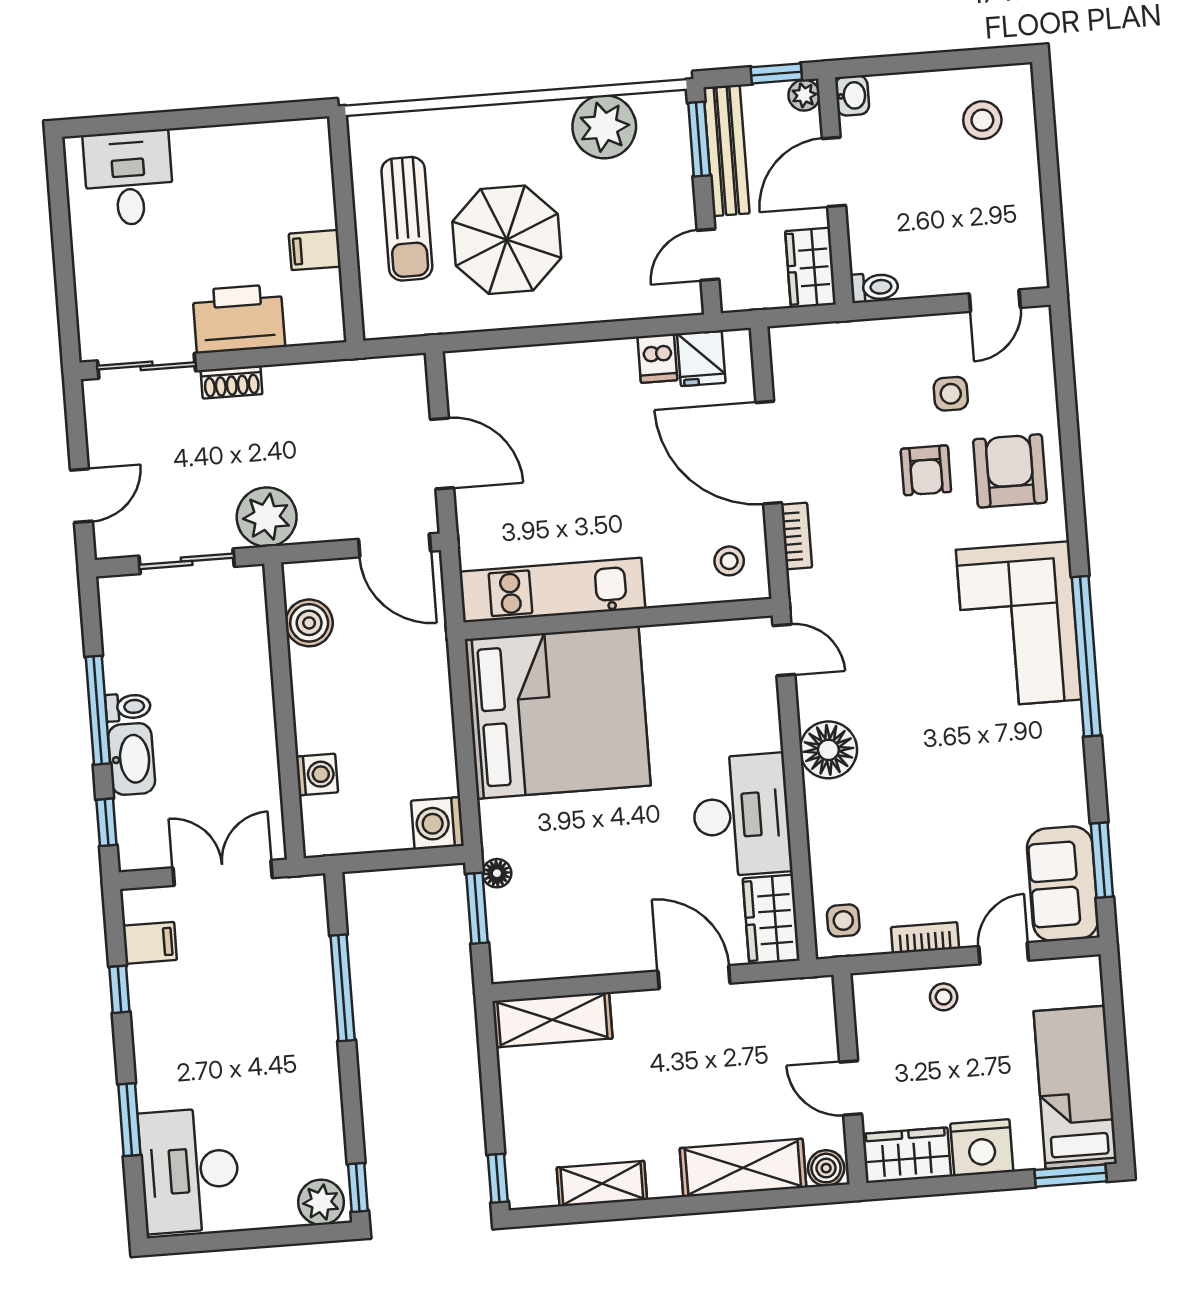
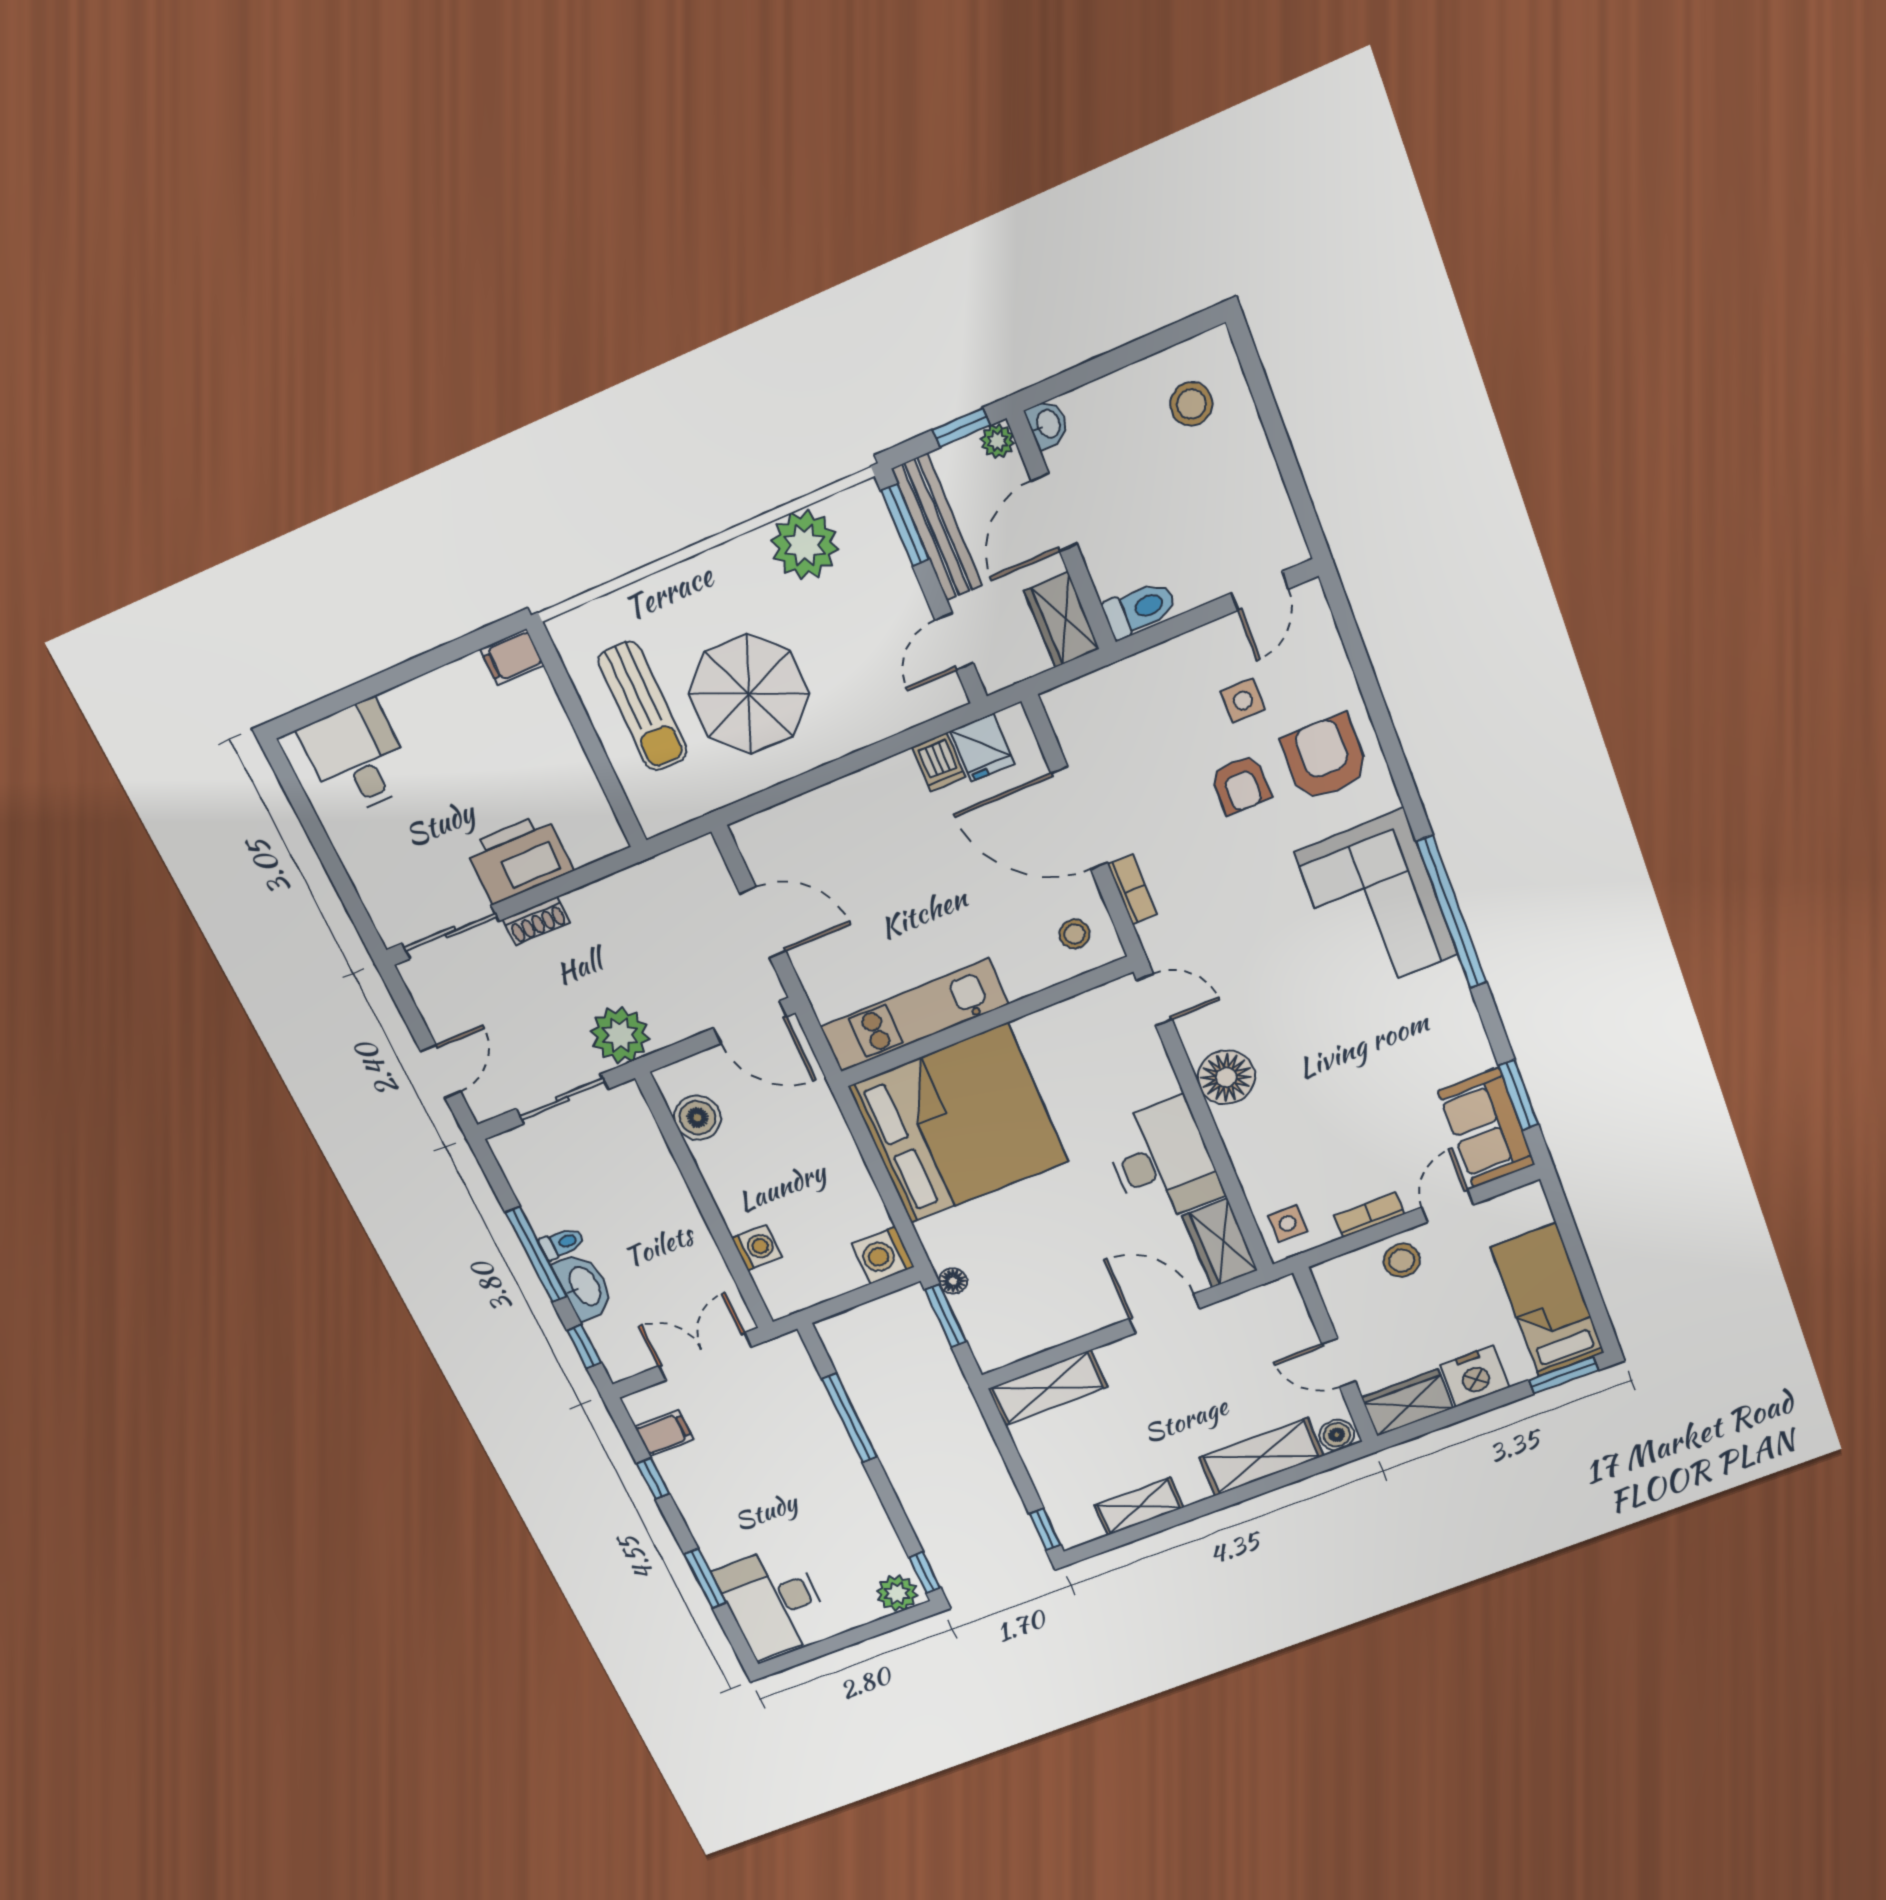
filing cabinet: (315, 250) -> (512, 657), moved
toilet: (874, 287) -> (1140, 609), width x1.37, depth x1.39
stool: (944, 997) -> (1402, 1261), width x1.37, depth x1.37

